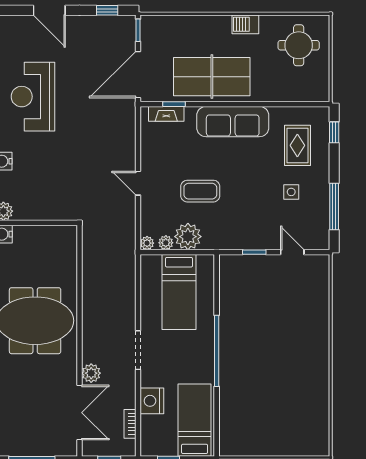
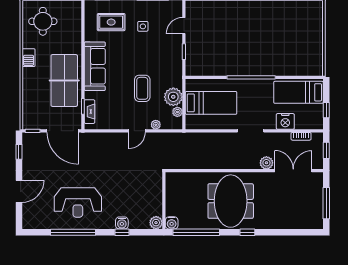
plant: (147, 243) -> (156, 125), moved

